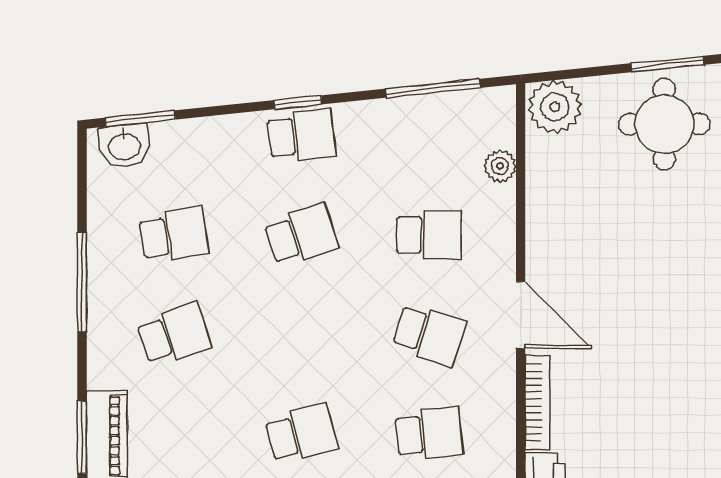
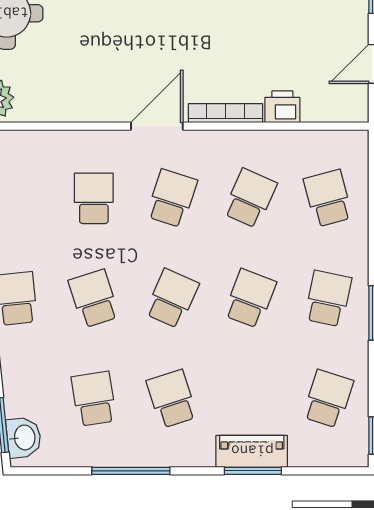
plant: (500, 166) -> (40, 142), removed
school desk: (301, 334) -> (172, 299), added
school desk: (301, 434) -> (250, 299), turned 36
school desk: (429, 434) -> (250, 198), turned 30

